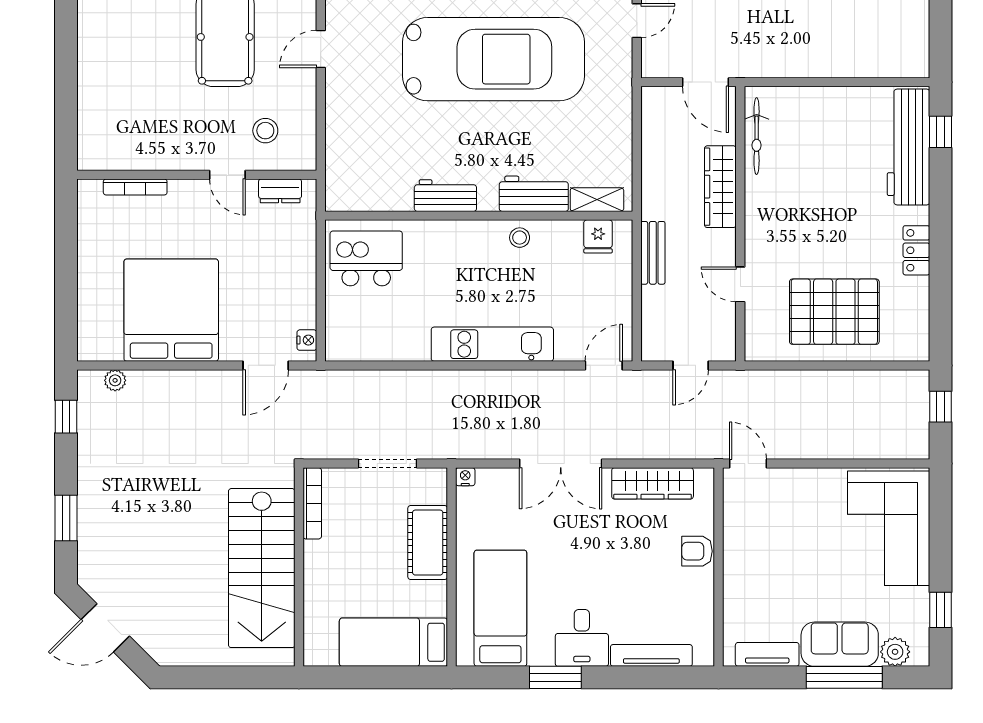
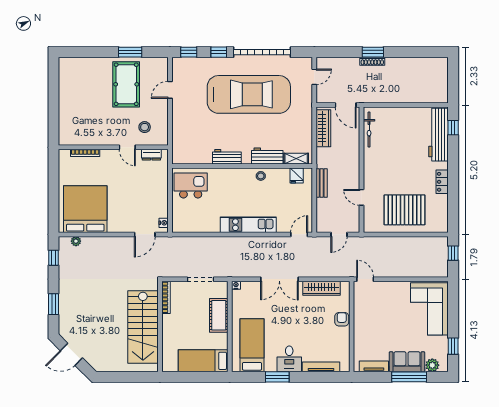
wardrobe: (720, 187) -> (323, 128), moved, turned 180
bed: (171, 310) -> (85, 209), moved
armchair: (697, 551) -> (342, 319), turned 90

